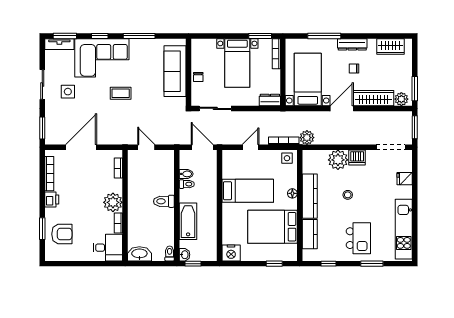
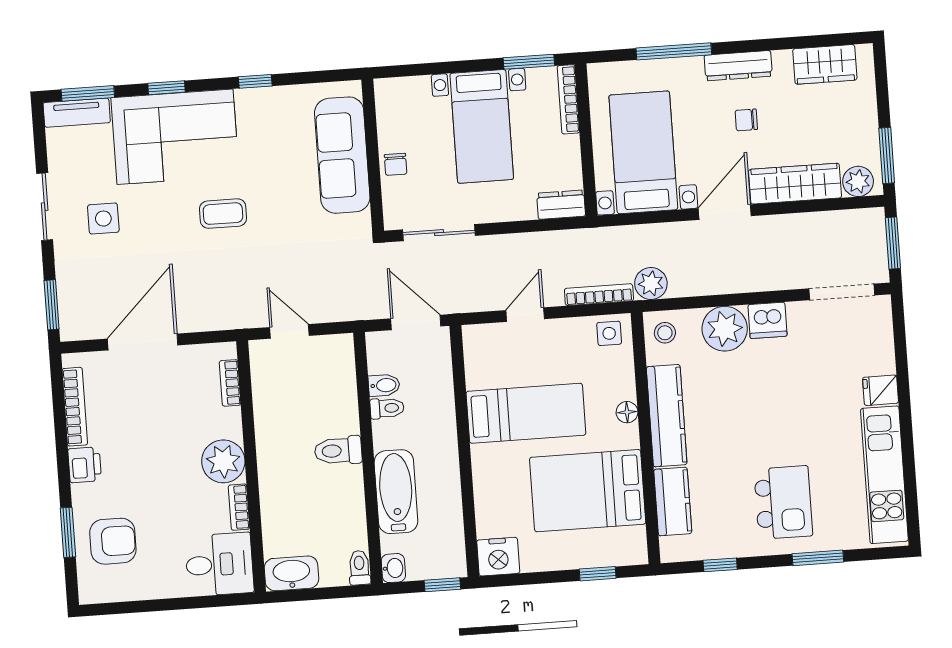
window: (139, 36) -> (255, 81), width x0.46
fridge: (405, 179) -> (881, 390), moved
stool: (348, 195) -> (665, 333), moved
window: (193, 264) -> (442, 585), moved

